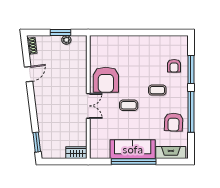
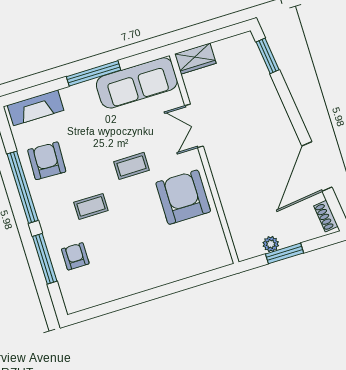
door: (28, 74) -> (317, 166), width x1.88
double door: (88, 106) -> (194, 126), moved
sofa: (133, 149) -> (137, 83), moved
window: (134, 162) -> (94, 73), width x0.68

